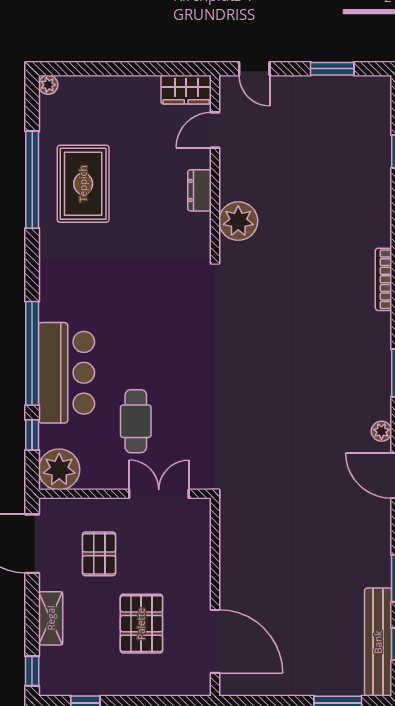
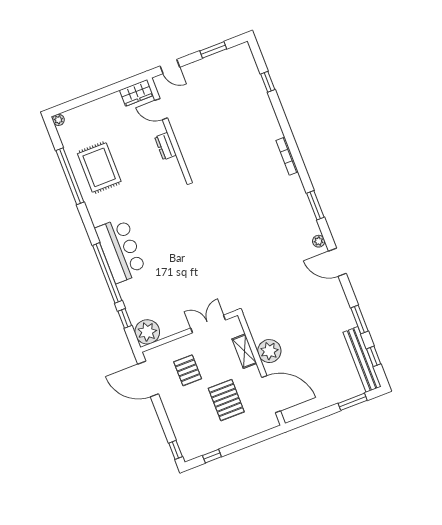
door: (215, 130) -> (161, 109), hinge flipped
plant: (238, 221) -> (269, 351), moved
bar counter: (66, 373) -> (120, 250), moved
cafe table: (136, 421) -> (180, 288), removed
shelving: (51, 618) -> (244, 351), moved

